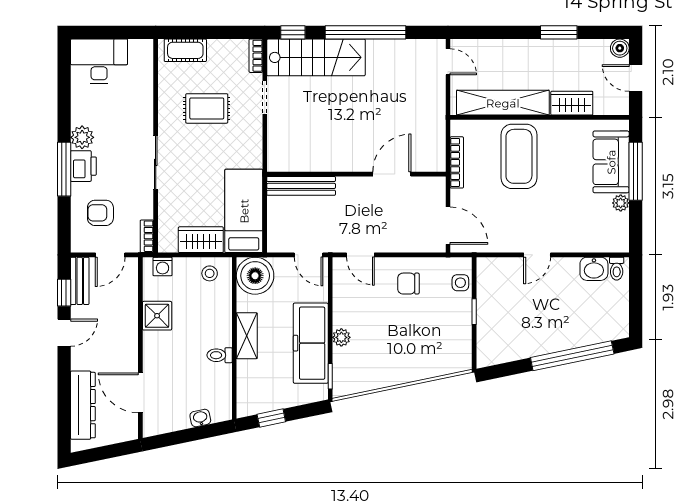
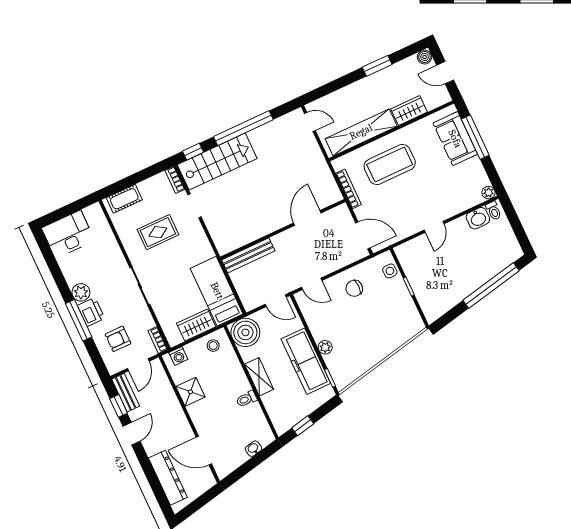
coffee table: (519, 156) -> (390, 165), turned 90
plant: (621, 203) -> (489, 193), moved

